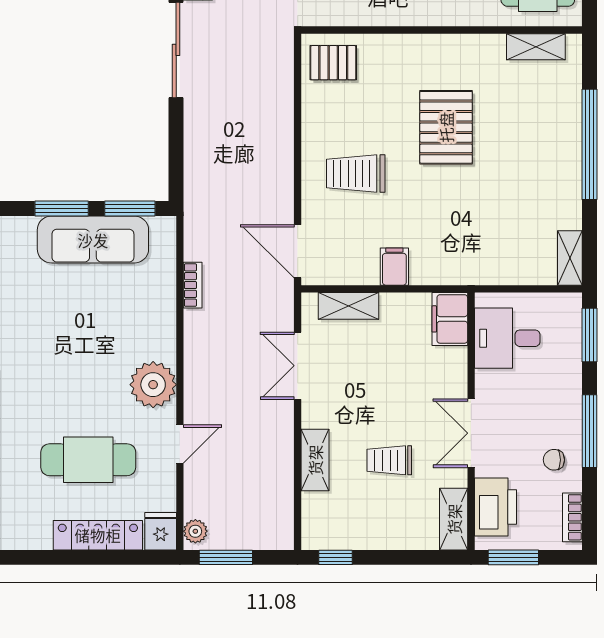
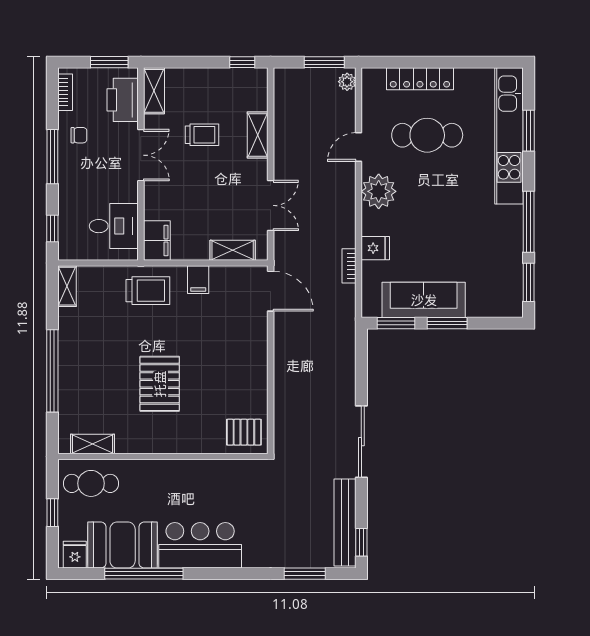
trolley: (356, 174) -> (148, 291), moved
window: (590, 335) -> (52, 228), width x0.67
fridge: (161, 531) -> (375, 248), moved, turned -90

